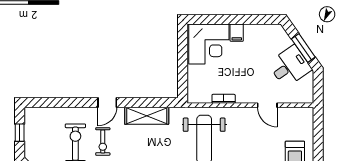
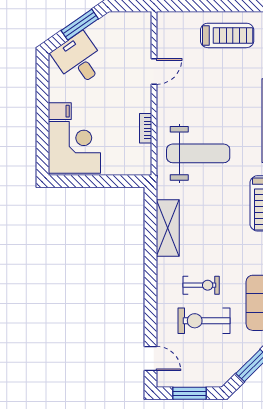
desk: (290, 66) -> (79, 59), moved
door: (107, 102) -> (150, 358), moved
window: (20, 133) -> (190, 393), width x1.50

